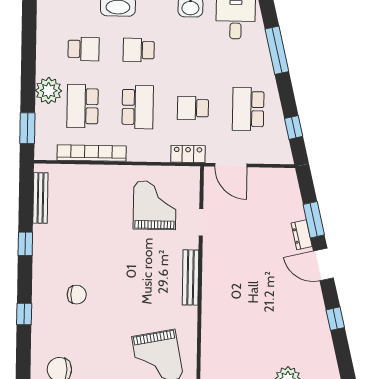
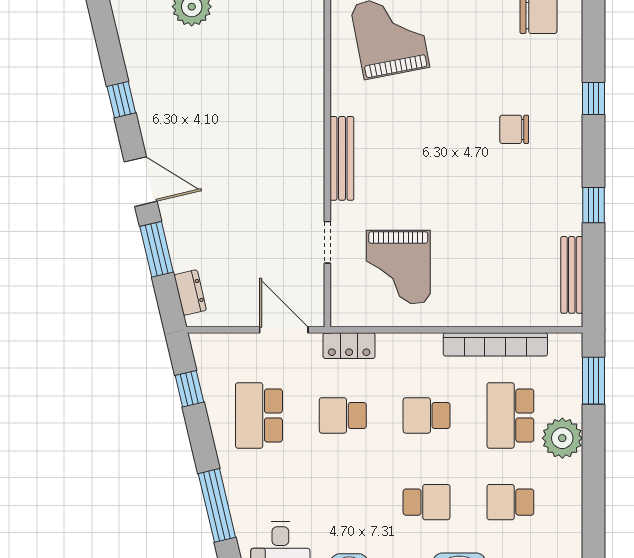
school desk: (83, 106) -> (510, 415), turned 180
school desk: (138, 107) -> (427, 415), width x0.54
school desk: (193, 108) -> (343, 415), turned 180
school desk: (248, 109) -> (259, 415), turned 180
dresser: (302, 235) -> (190, 293), moved

